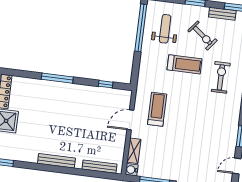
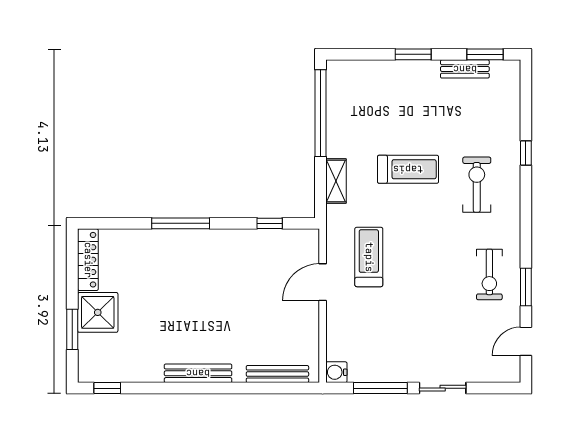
weight bench: (165, 29) -> (365, 109), removed
exercise bike: (203, 36) -> (489, 274), moved, turned 52
shelving: (134, 151) -> (336, 181), moved

